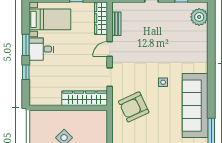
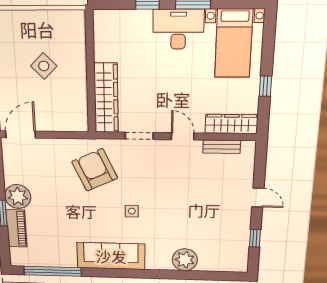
plant: (199, 17) -> (185, 260), moved
desk: (41, 49) -> (178, 29), width x1.37
sofa: (195, 106) -> (111, 256), width x0.74, depth x0.79

